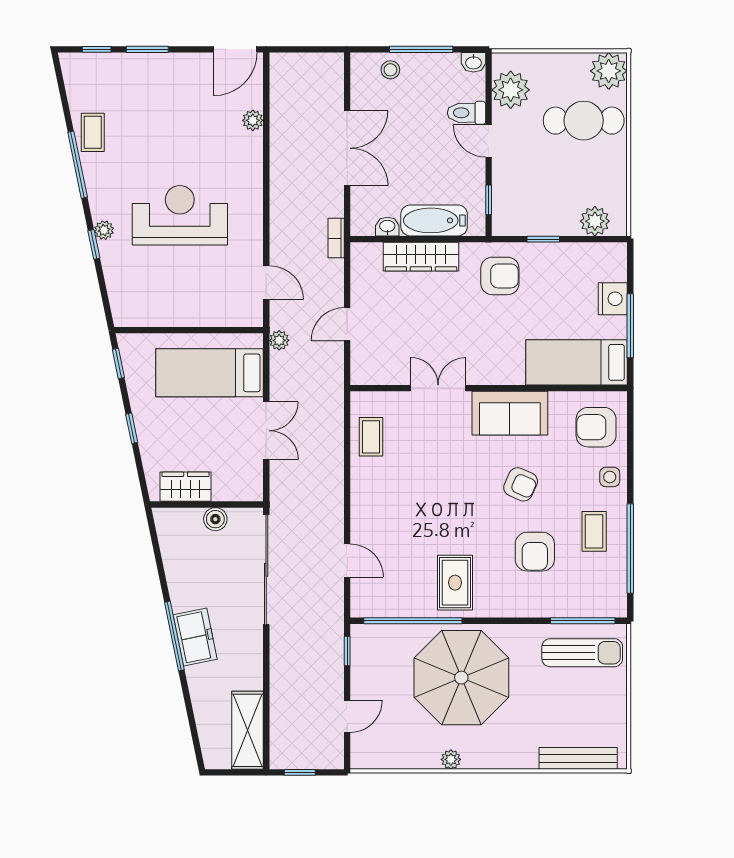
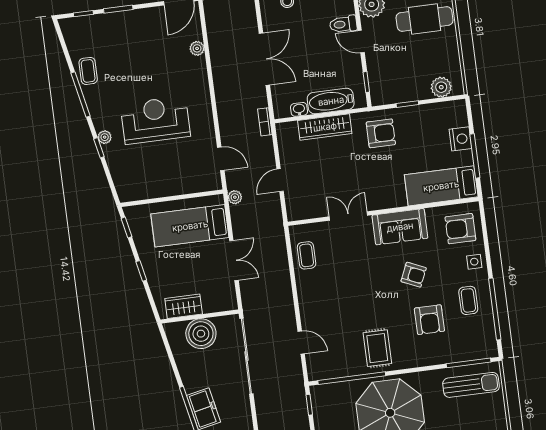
boiler: (215, 519) -> (201, 334), width x1.86, depth x1.86

